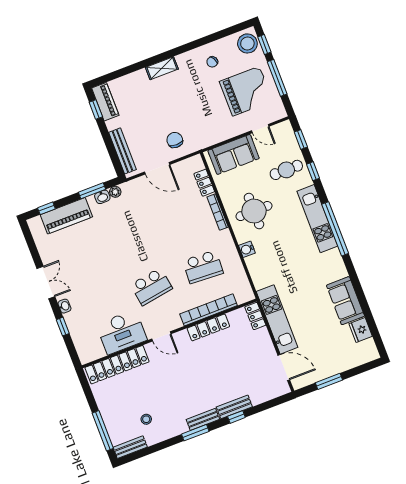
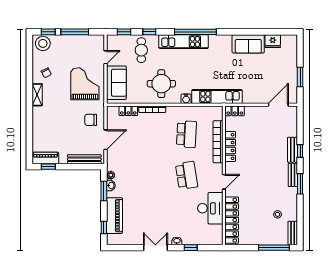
shelving: (162, 68) -> (37, 95), moved
grand piano: (246, 91) -> (85, 84), moved
kitchen unit: (277, 319) -> (217, 97), moved

